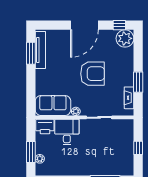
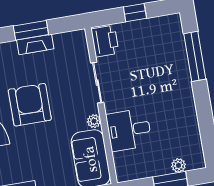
fireplace: (129, 98) -> (35, 44), moved
printer: (45, 127) -> (105, 41), moved

